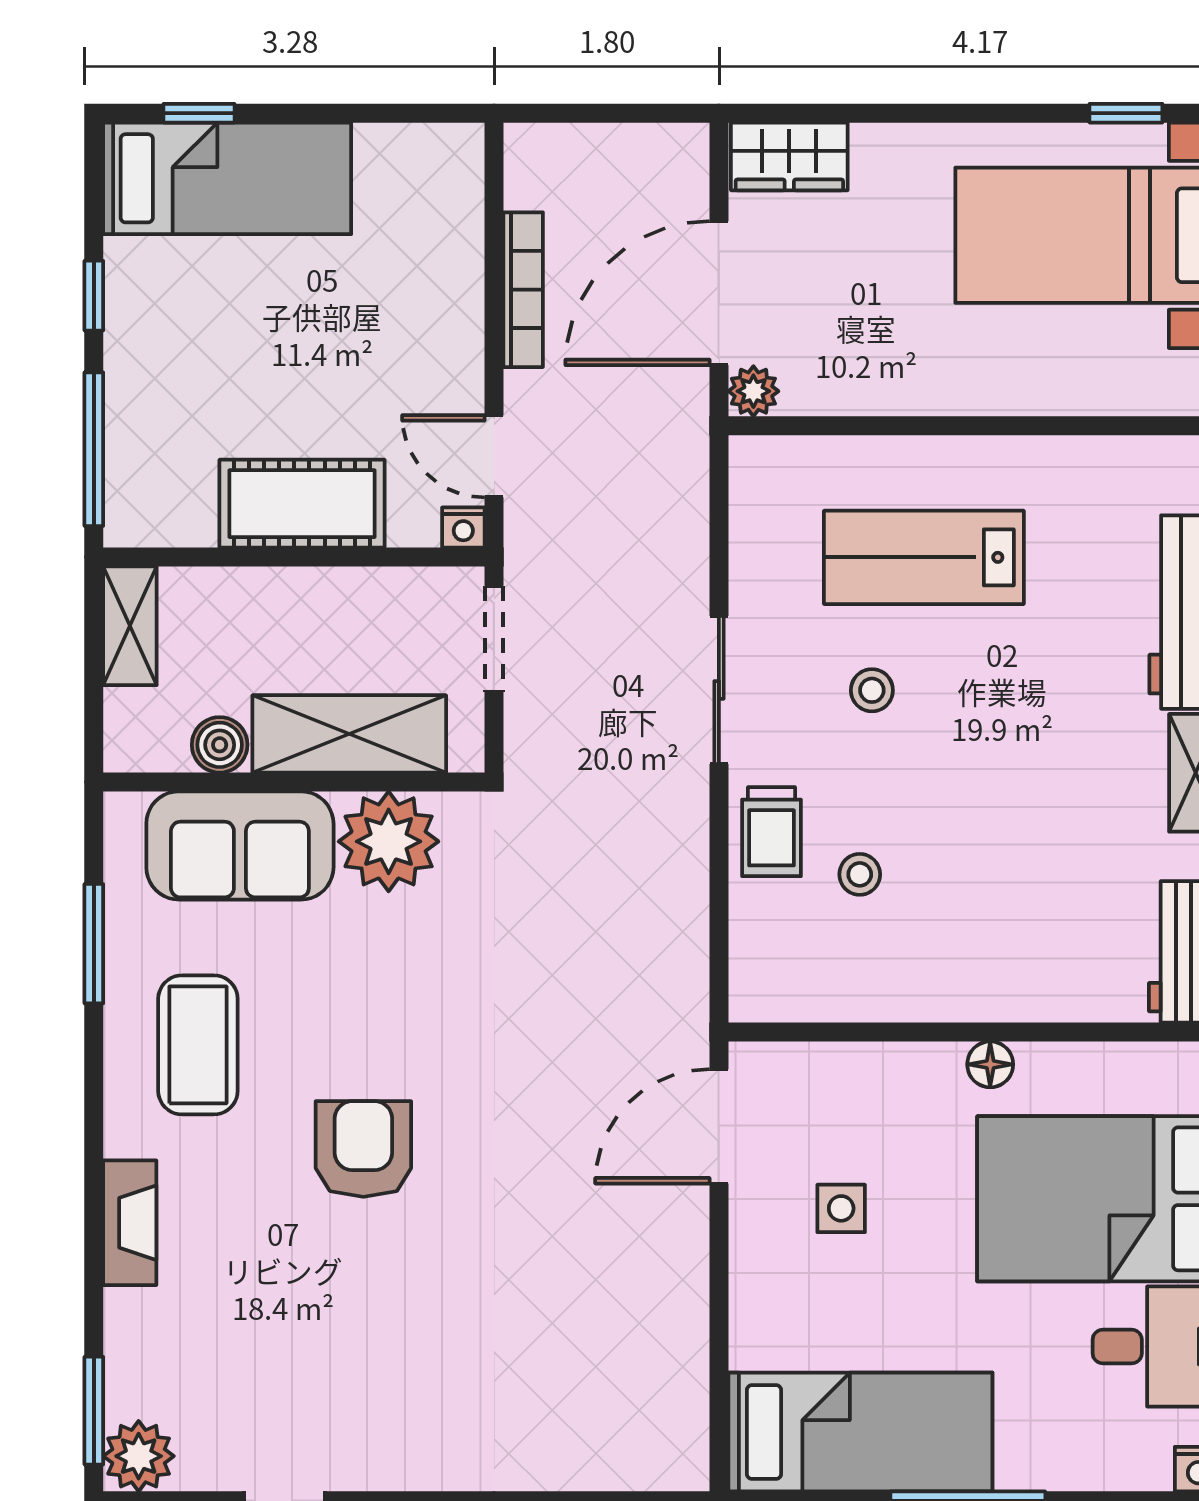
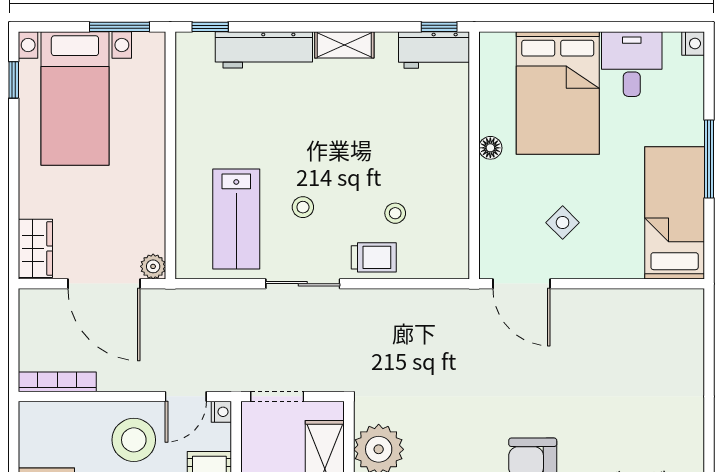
bookcase: (523, 290) -> (57, 382), moved
stool: (407, 353) -> (134, 440), added
lab bench: (924, 557) -> (236, 219), moved
side table: (841, 1208) -> (563, 223), turned 45

